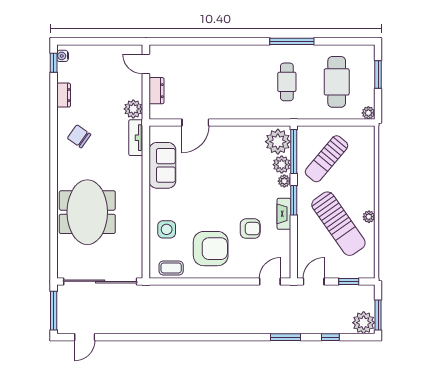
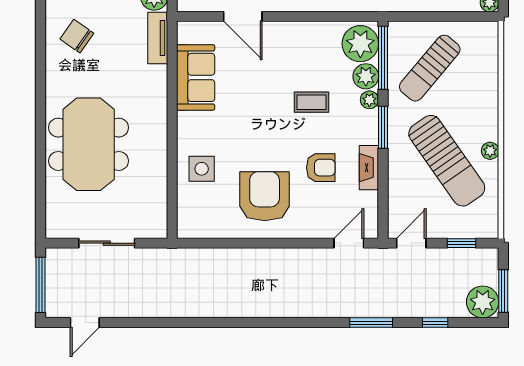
door: (195, 122) -> (243, 16), hinge flipped
fireplace: (284, 214) -> (369, 168), moved
armchair: (211, 249) -> (265, 196), turned -90
coffee table: (171, 268) -> (311, 102), moved
sliding door: (100, 281) -> (107, 243), width x0.54

